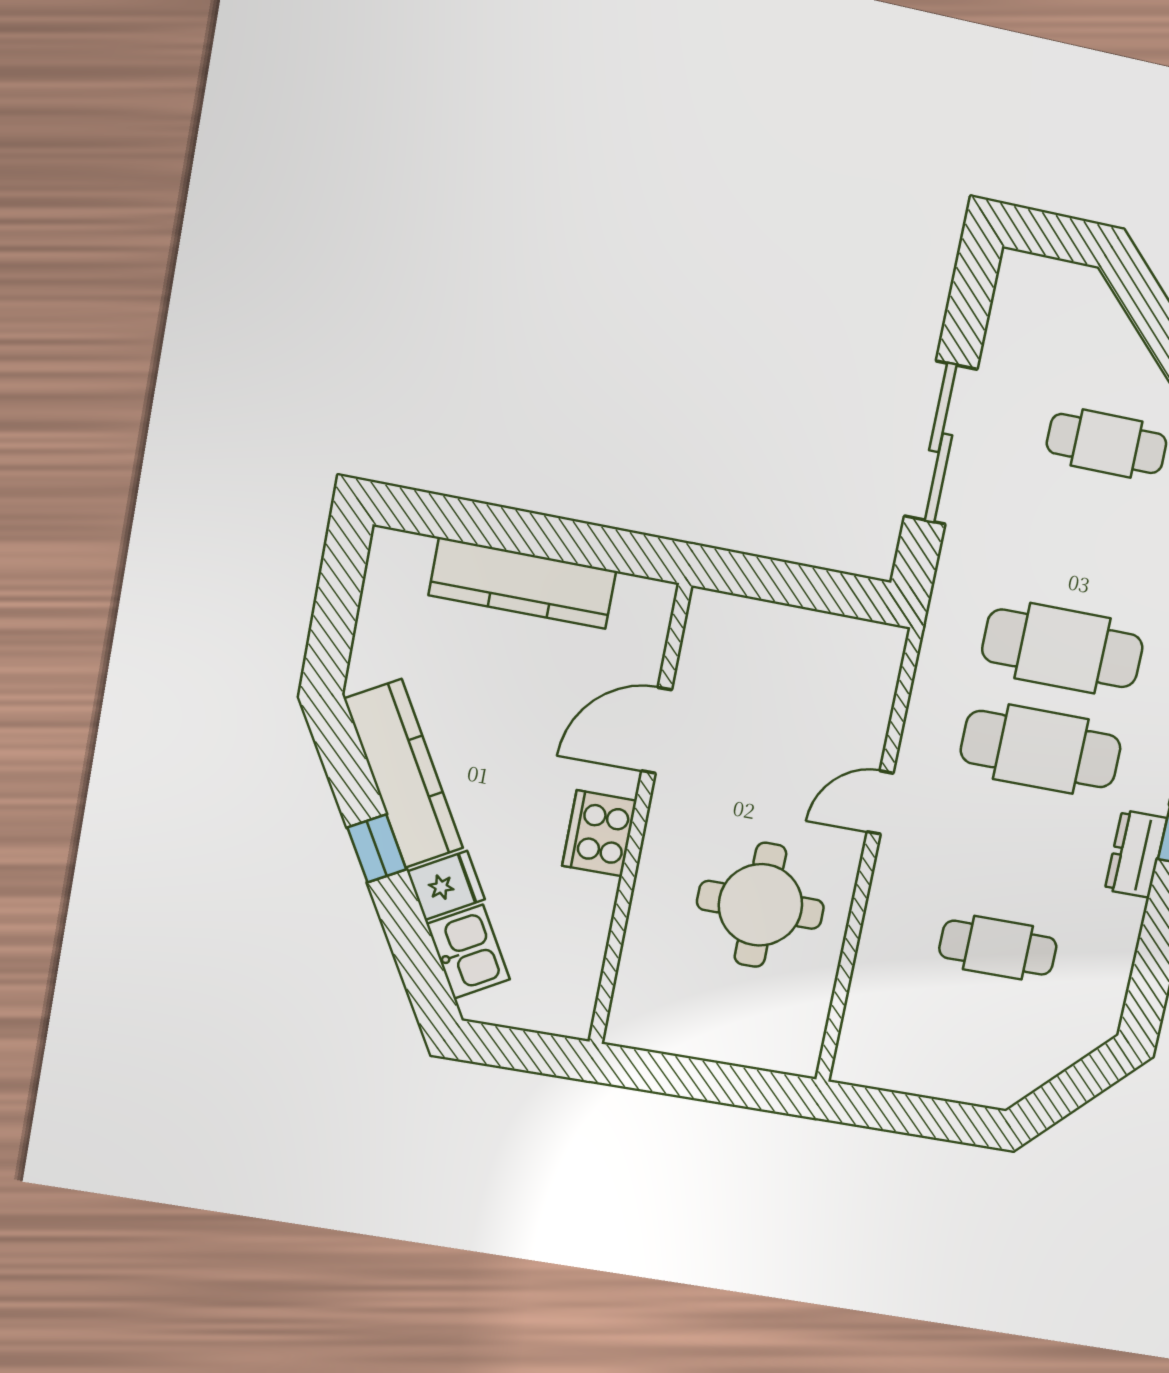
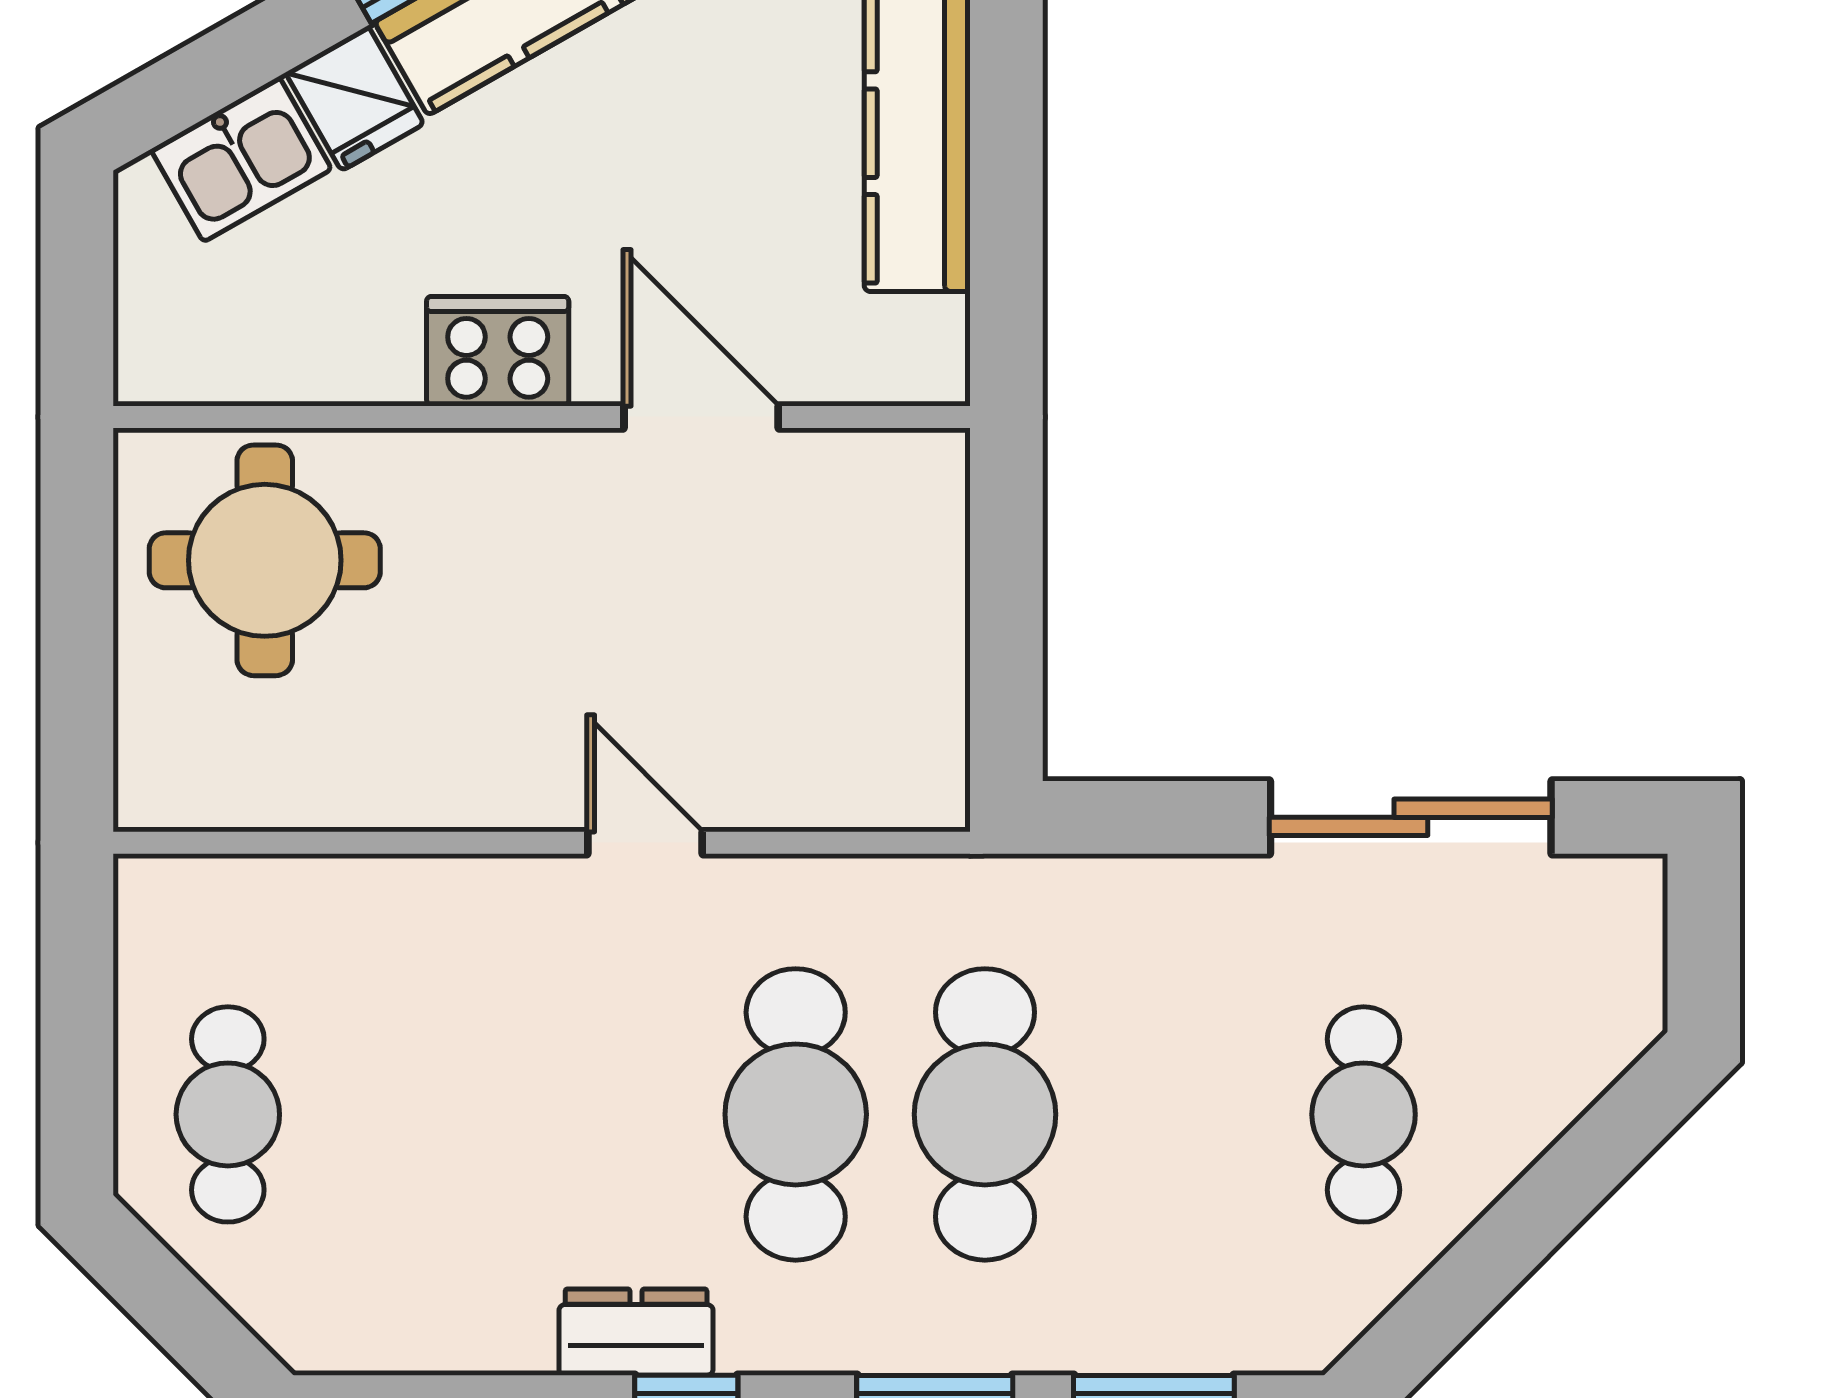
sliding door: (941, 443) -> (1411, 817), moved
round table: (760, 905) -> (265, 560), moved
cafe table: (998, 948) -> (228, 1114), moved

